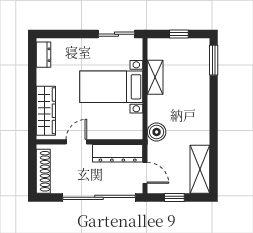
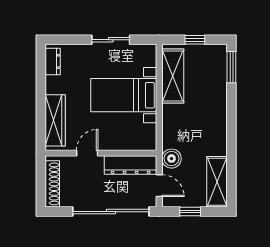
sliding door: (116, 34) -> (111, 40), moved
shelving: (155, 77) -> (173, 76), width x1.50, depth x1.33
boiler: (157, 132) -> (172, 159), moved

